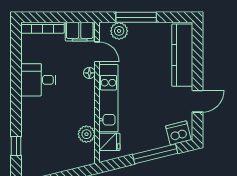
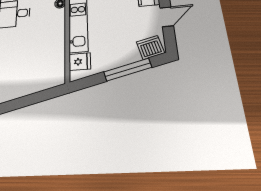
plant: (86, 134) -> (57, 56), removed

